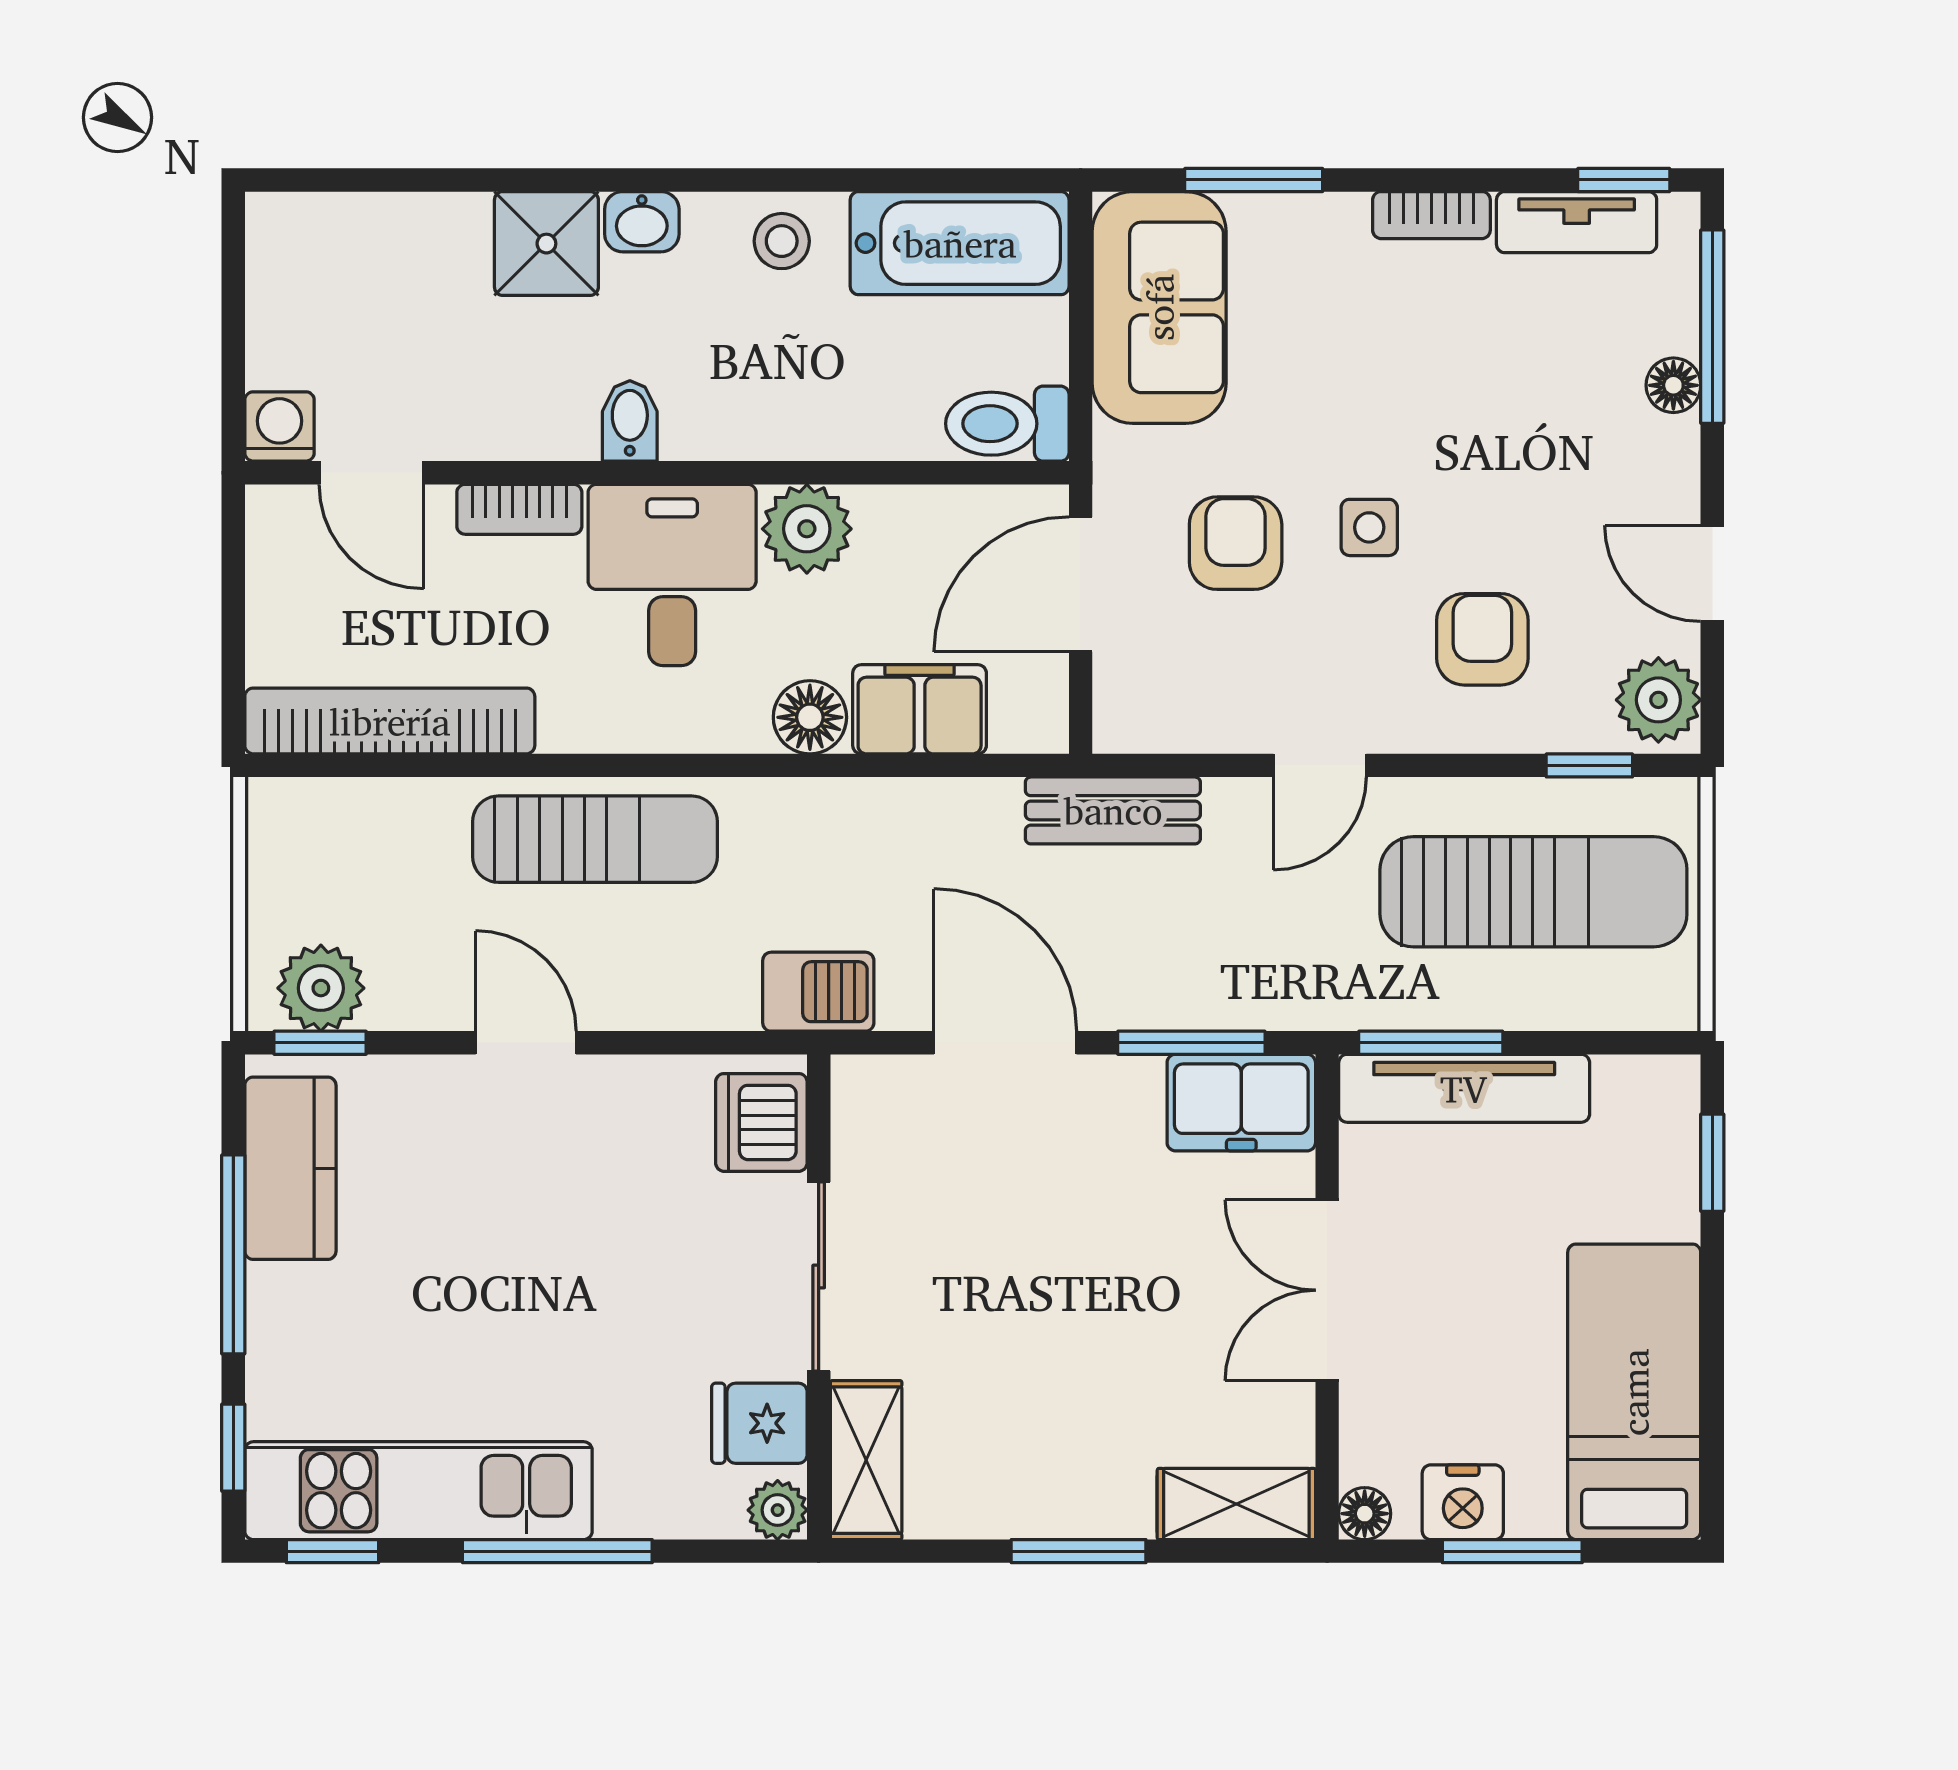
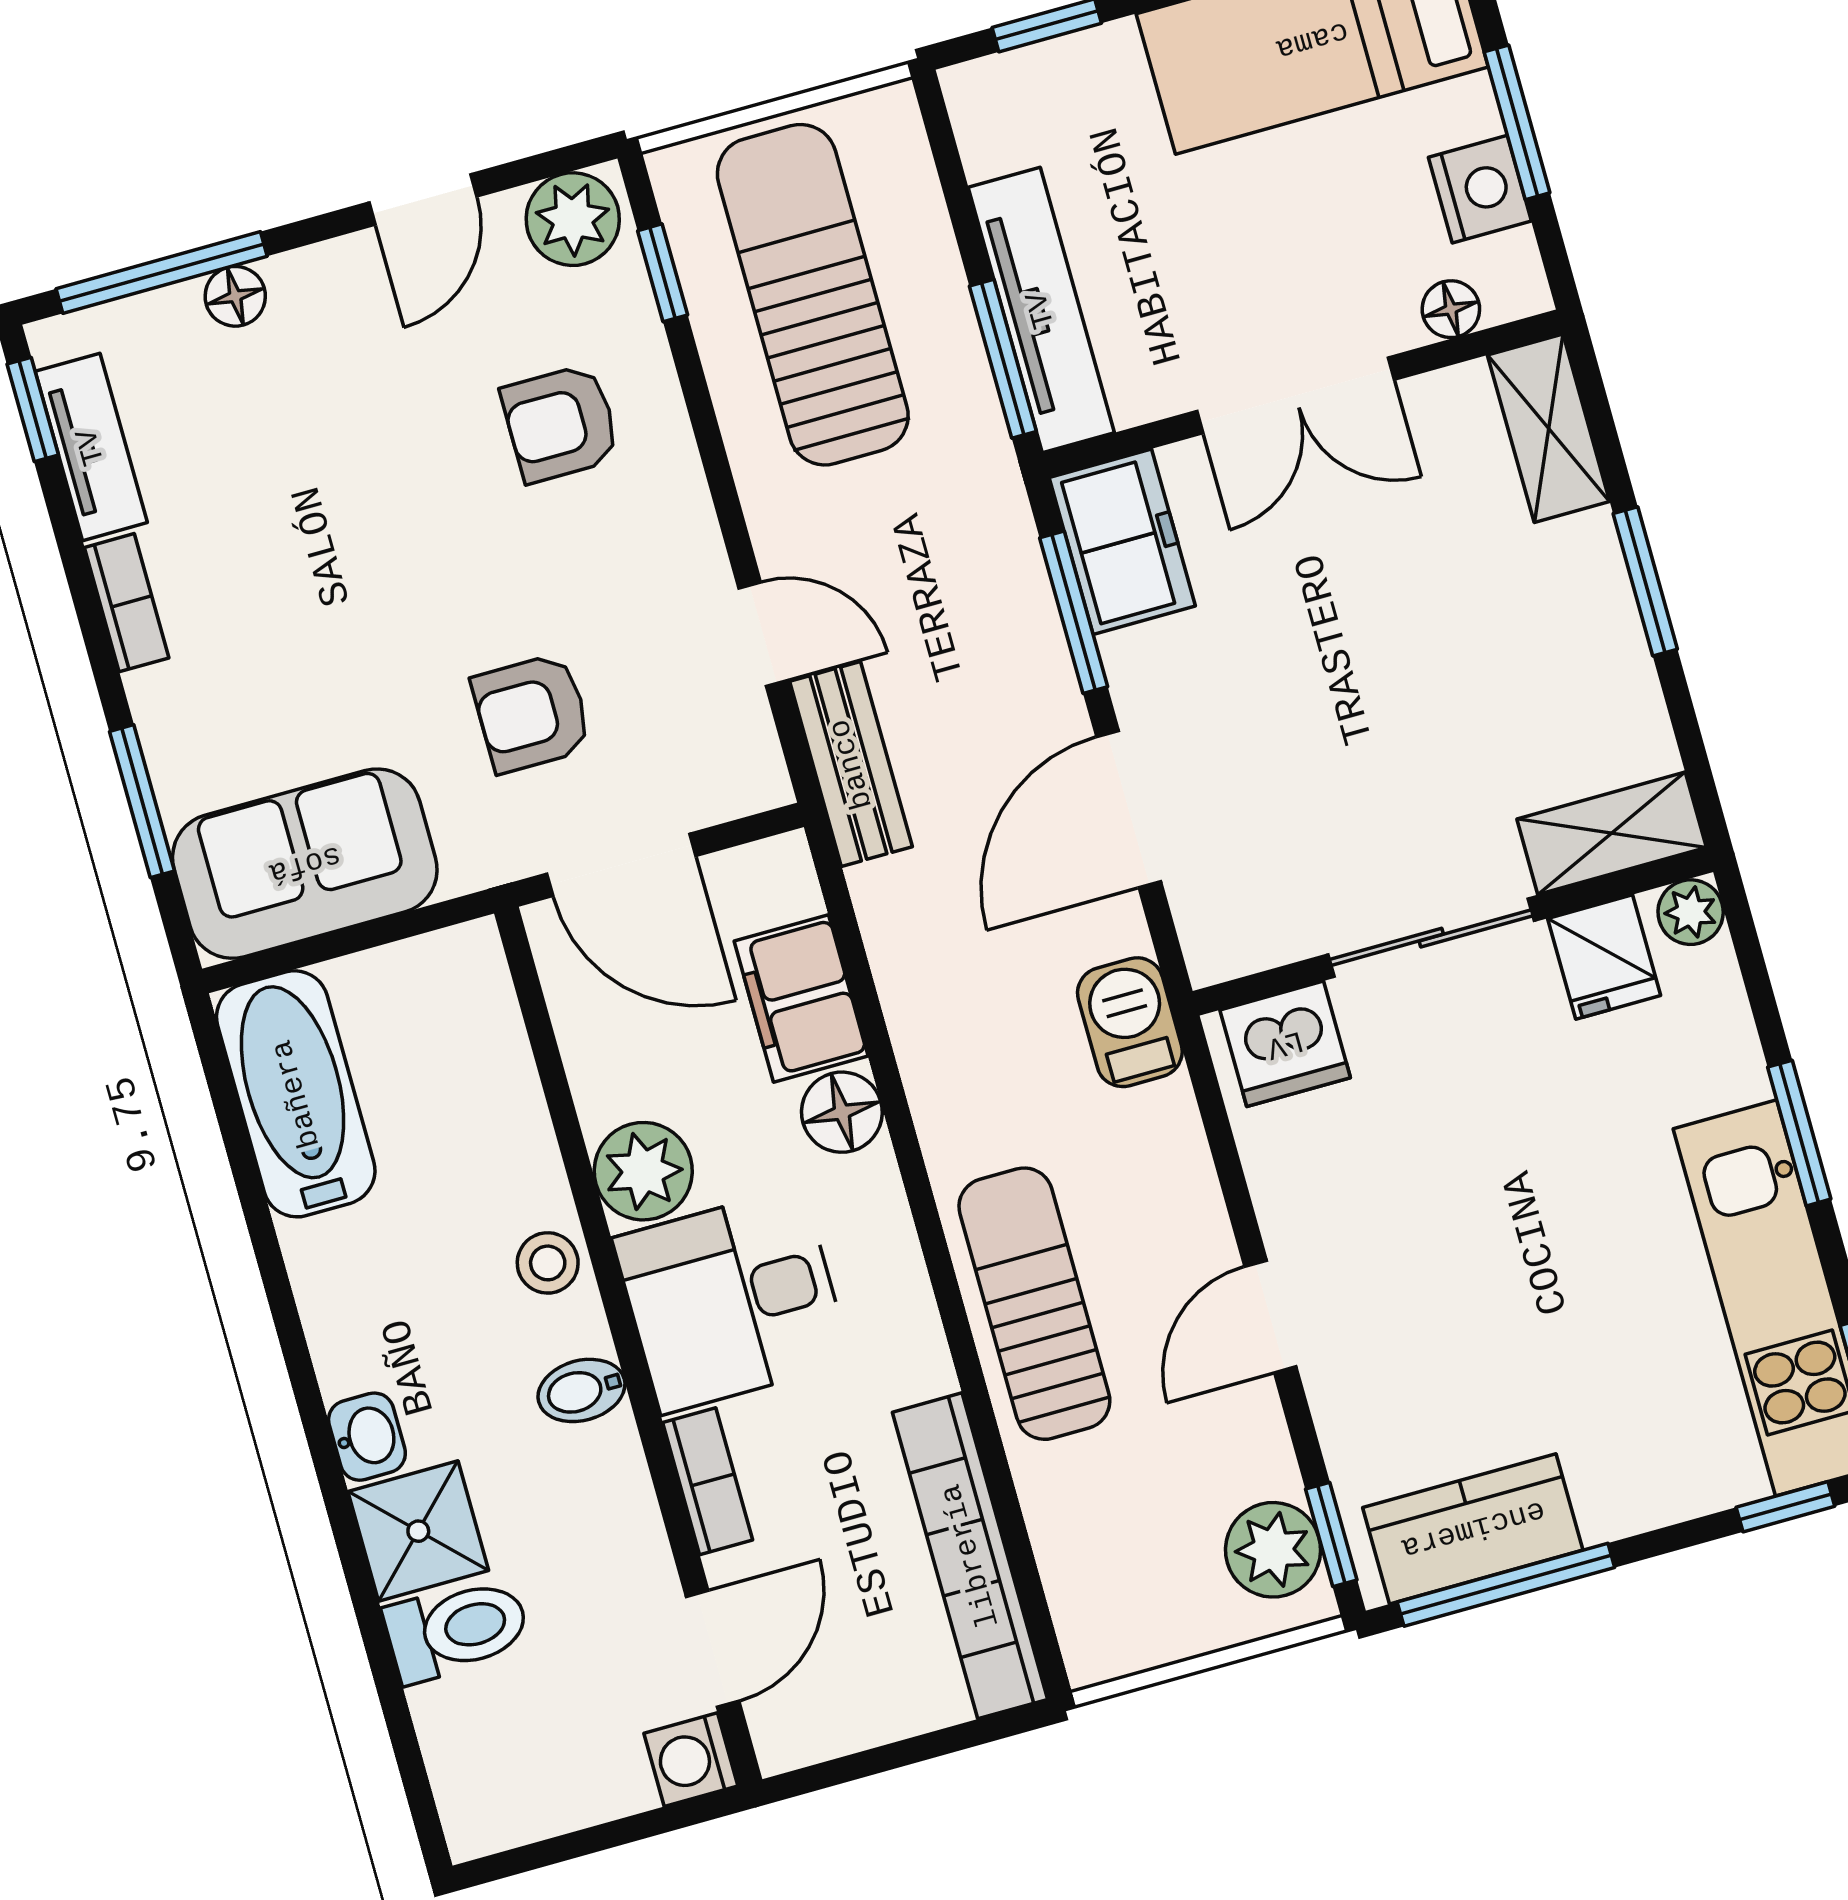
stool: (782, 241) -> (548, 1263), moved
toilet: (1007, 424) -> (457, 1629), moved, turned -90
side table: (1369, 527) -> (476, 576), removed
door: (1320, 765) -> (763, 634), moved
window: (233, 1254) -> (1506, 1585), moved
floor lamp: (1365, 1514) -> (1451, 309), moved
window: (557, 1551) -> (1799, 1133), width x0.69

